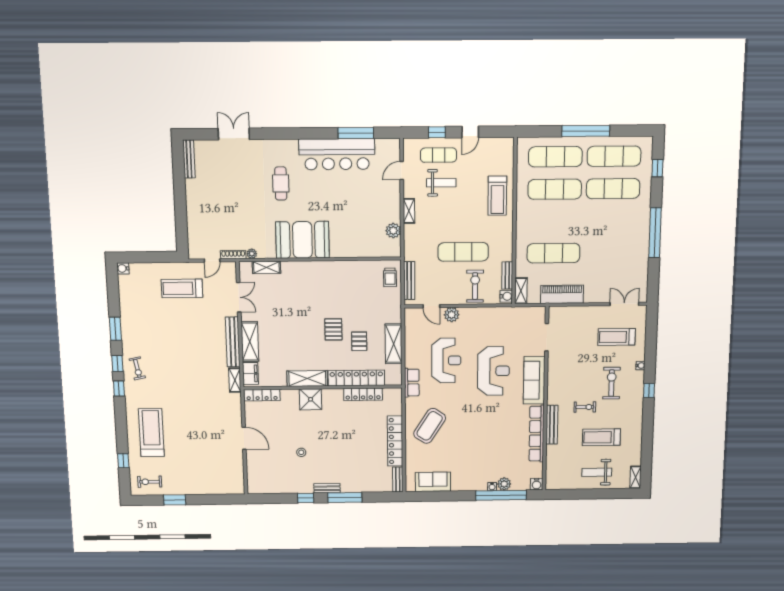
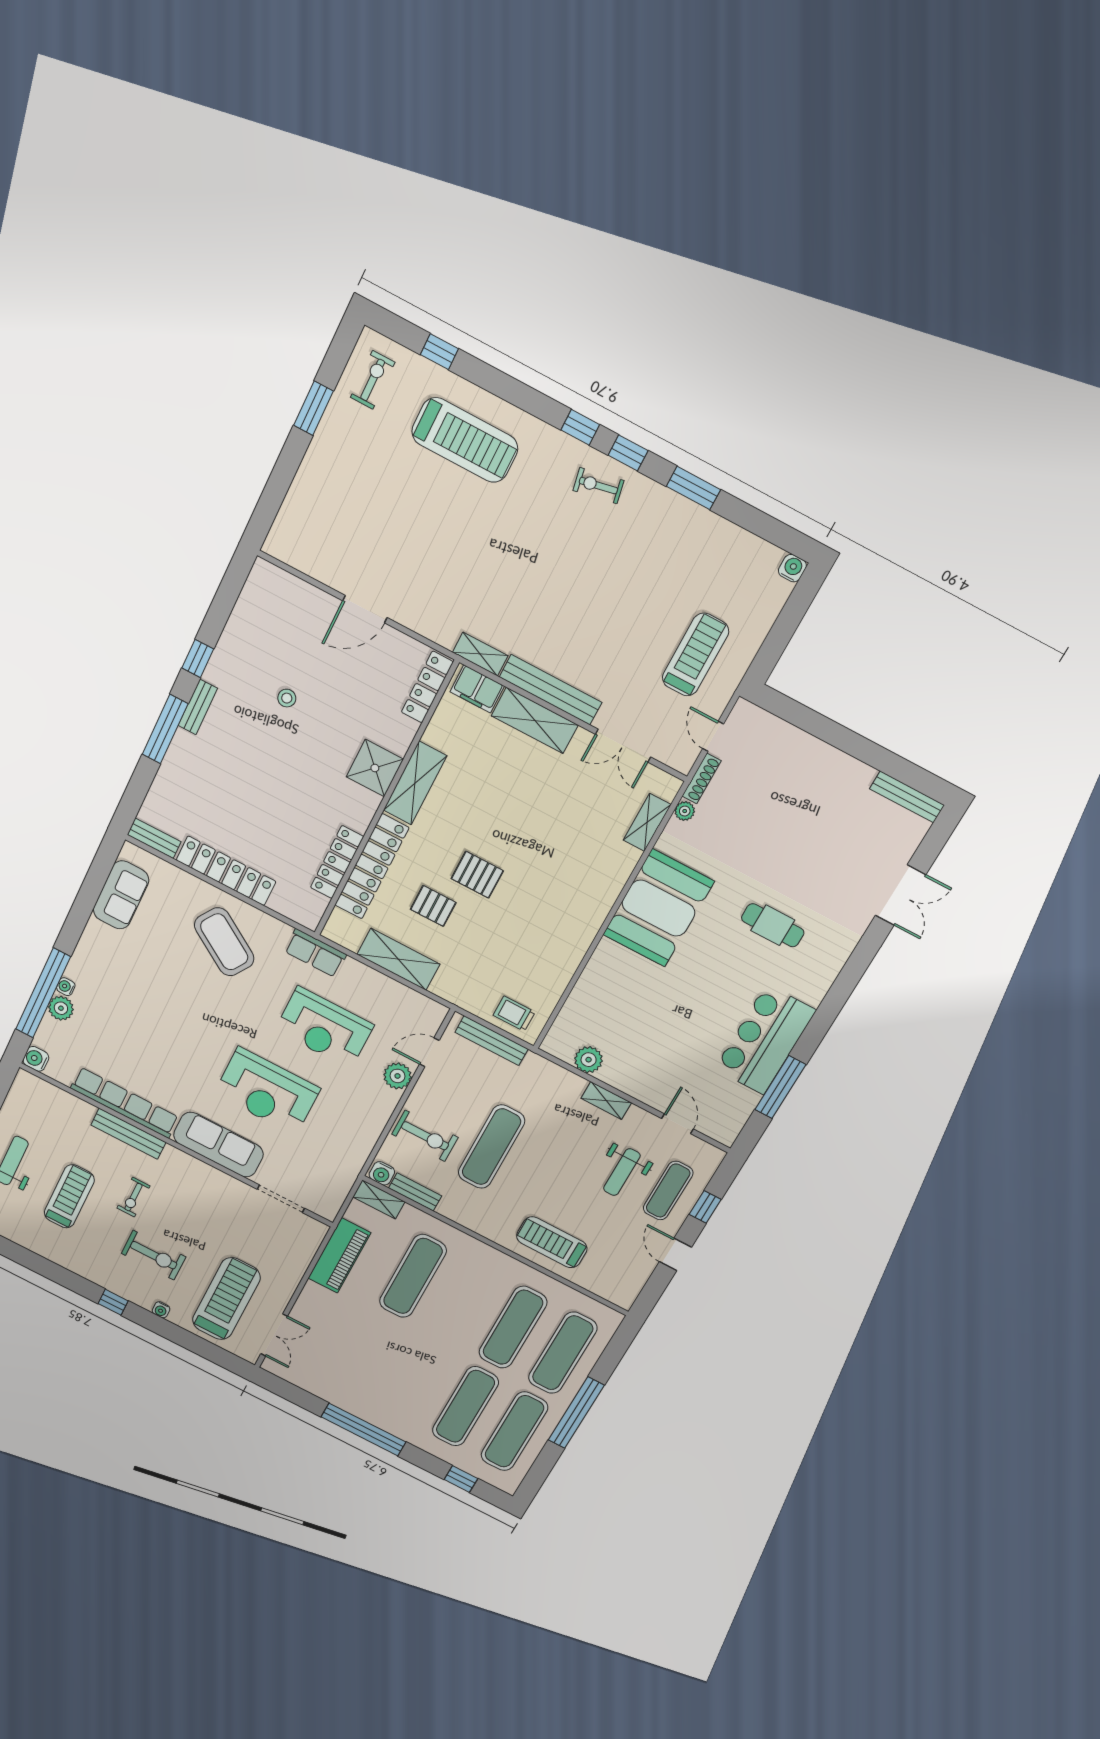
bar counter: (337, 154) -> (765, 1040), width x0.73
treadmill: (617, 337) -> (226, 1299), width x1.37, depth x1.38

